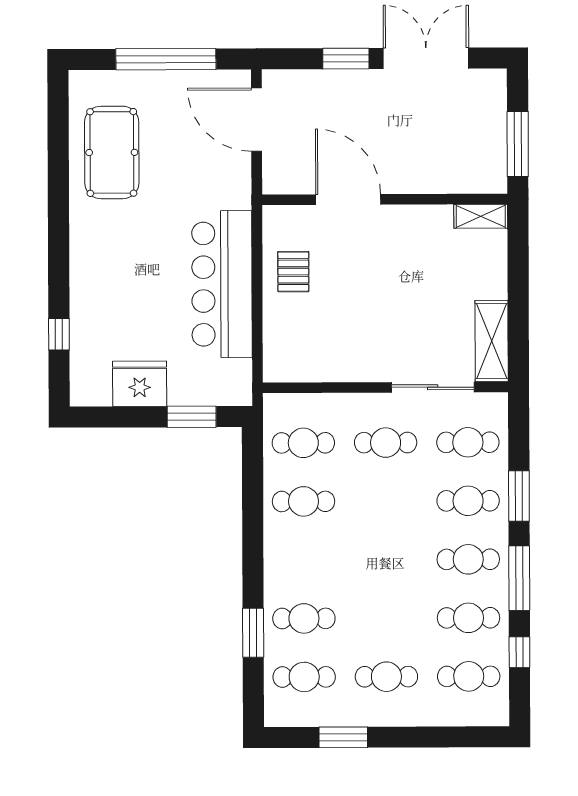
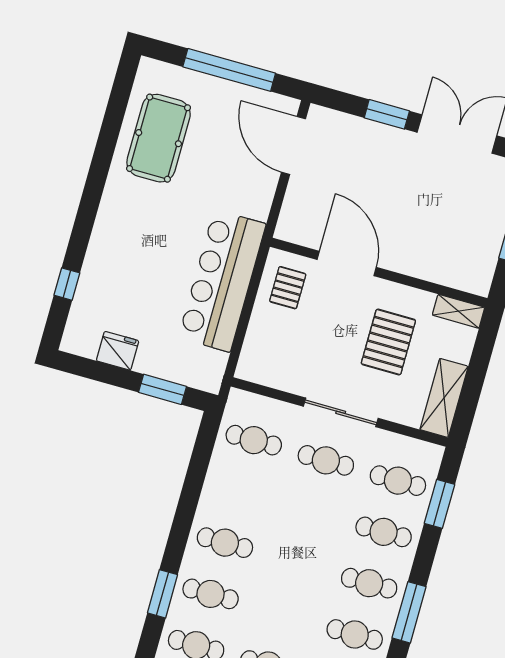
wall: (385, 199) -> (379, 272), moved
door: (348, 200) -> (347, 263), moved
shelving: (481, 216) -> (459, 311), moved
pallet: (416, 299) -> (388, 342), added
fridge: (140, 384) -> (118, 351), width x0.73, depth x0.75
sliding door: (433, 387) -> (341, 412), moved
window: (519, 496) -> (440, 504), moved
cafe table: (304, 501) -> (225, 543), moved

